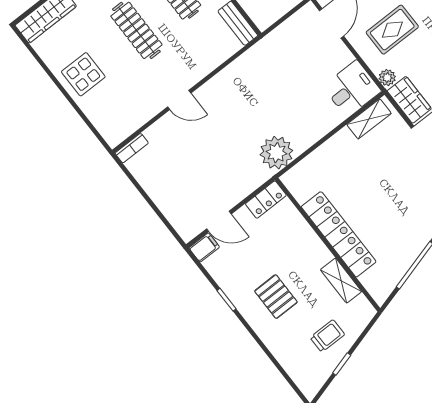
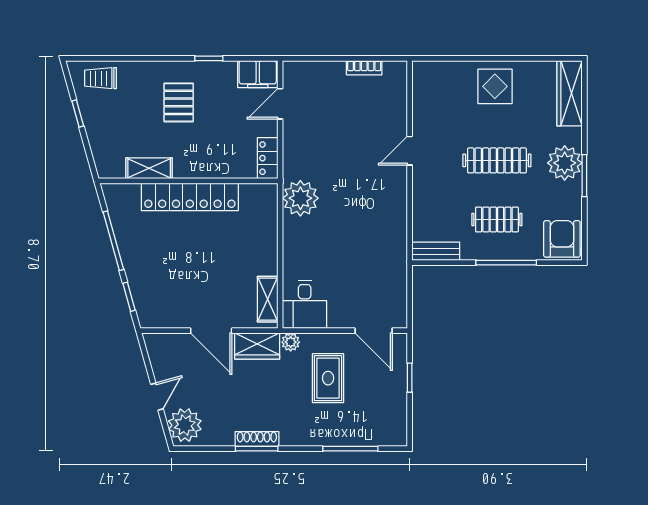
bookcase: (132, 148) -> (364, 68), moved, turned -90
filing cabinet: (204, 247) -> (258, 74), width x2.00
pallet: (276, 297) -> (179, 102), turned 90
trolley: (327, 336) -> (101, 78), moved, turned 90

